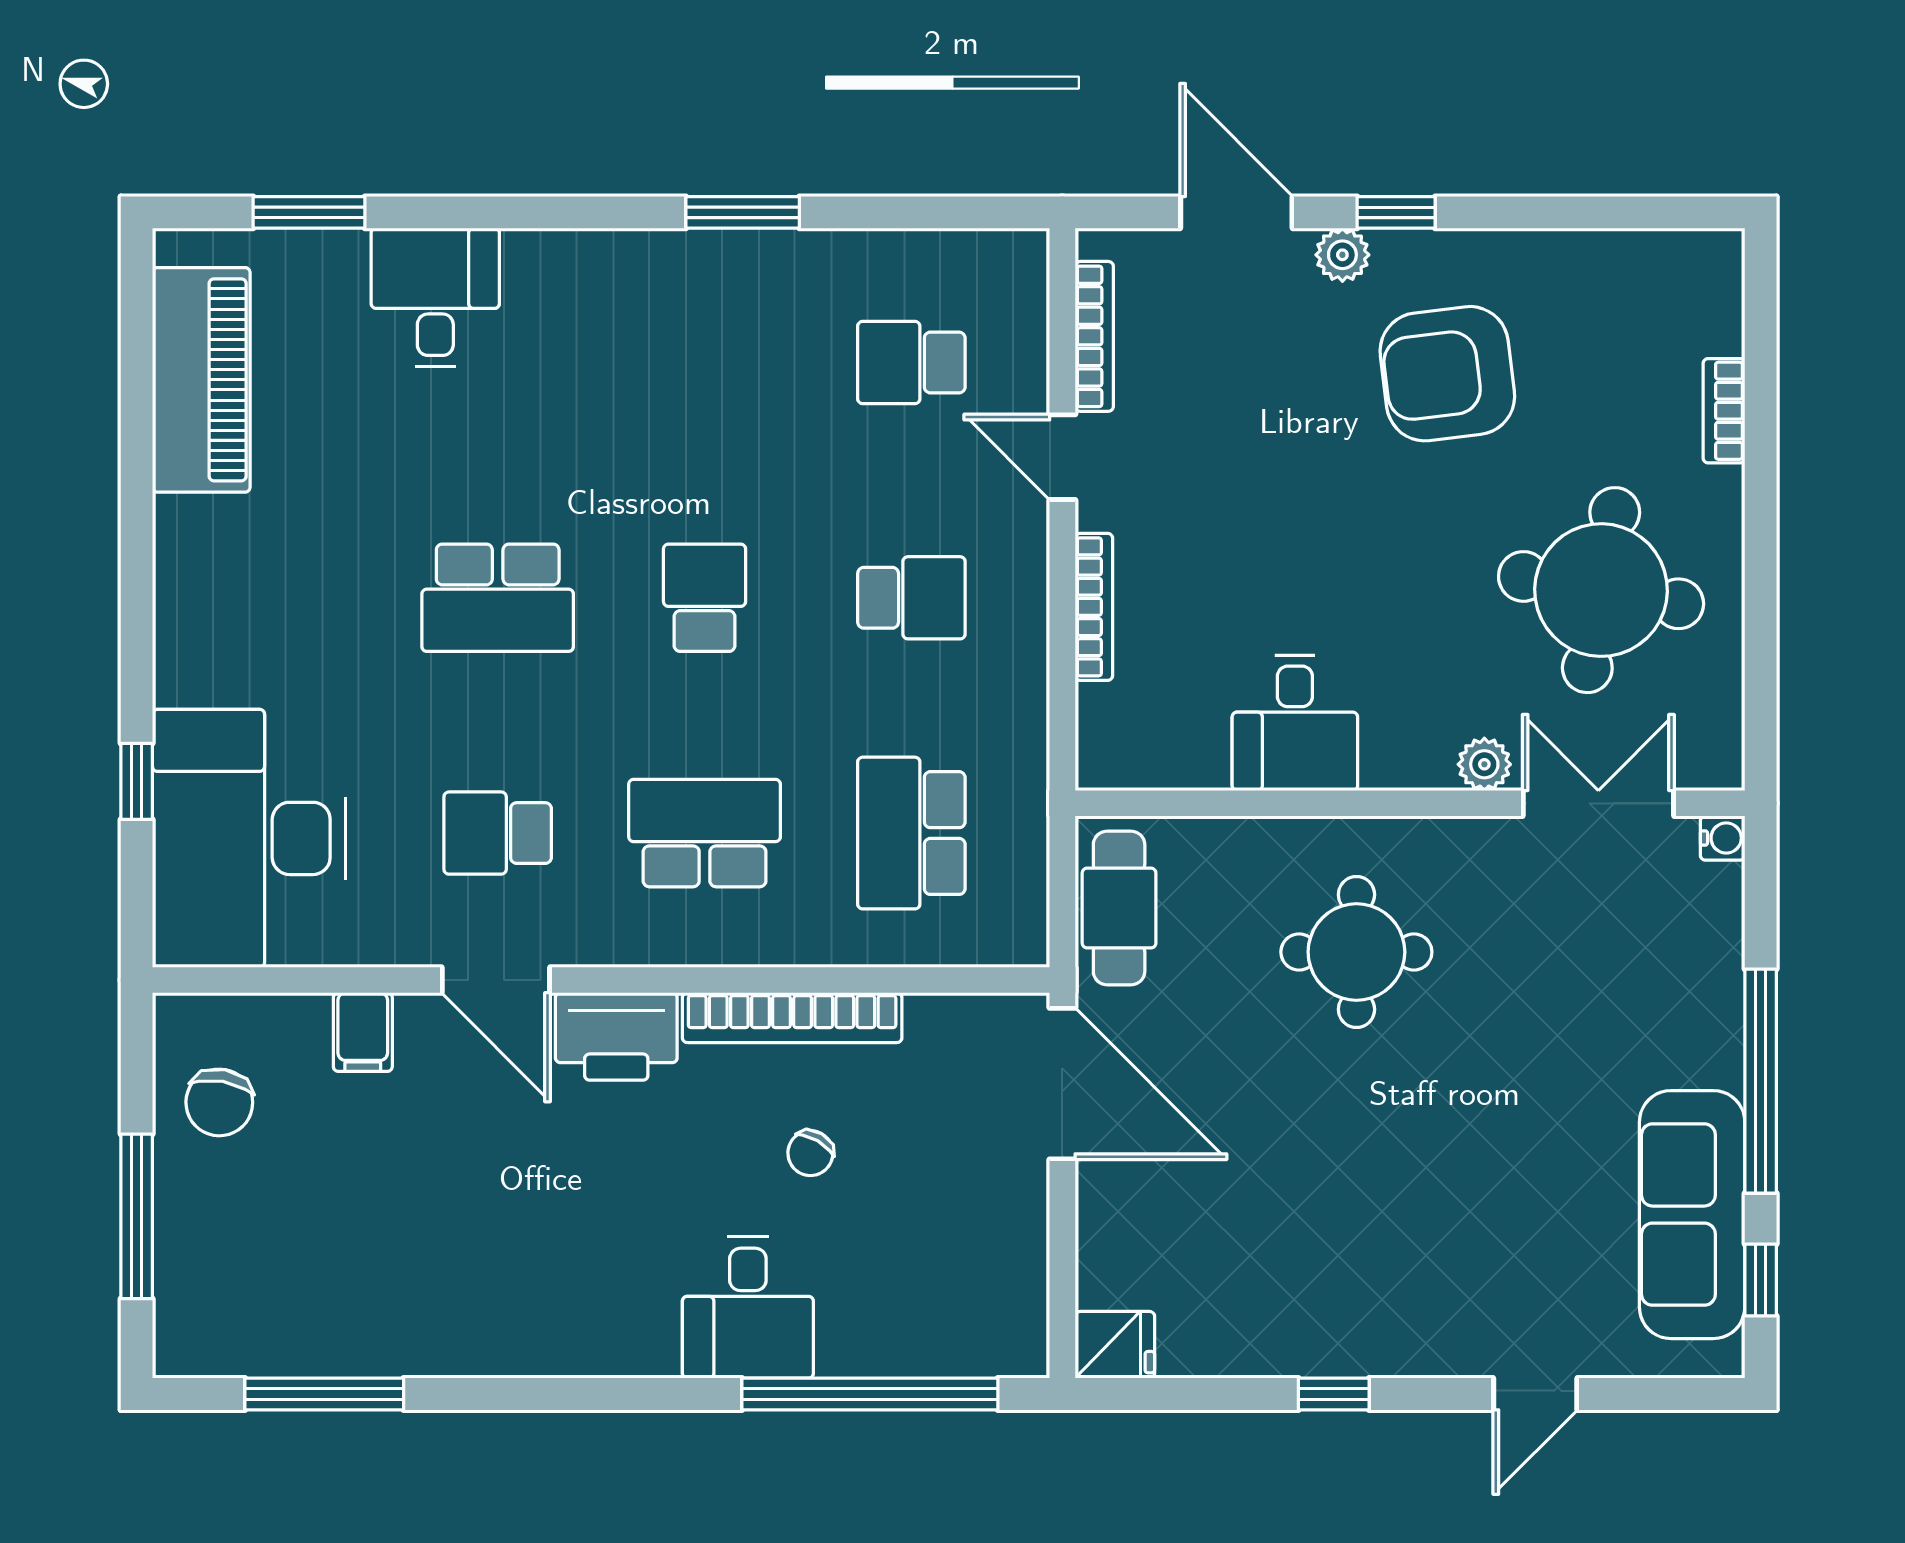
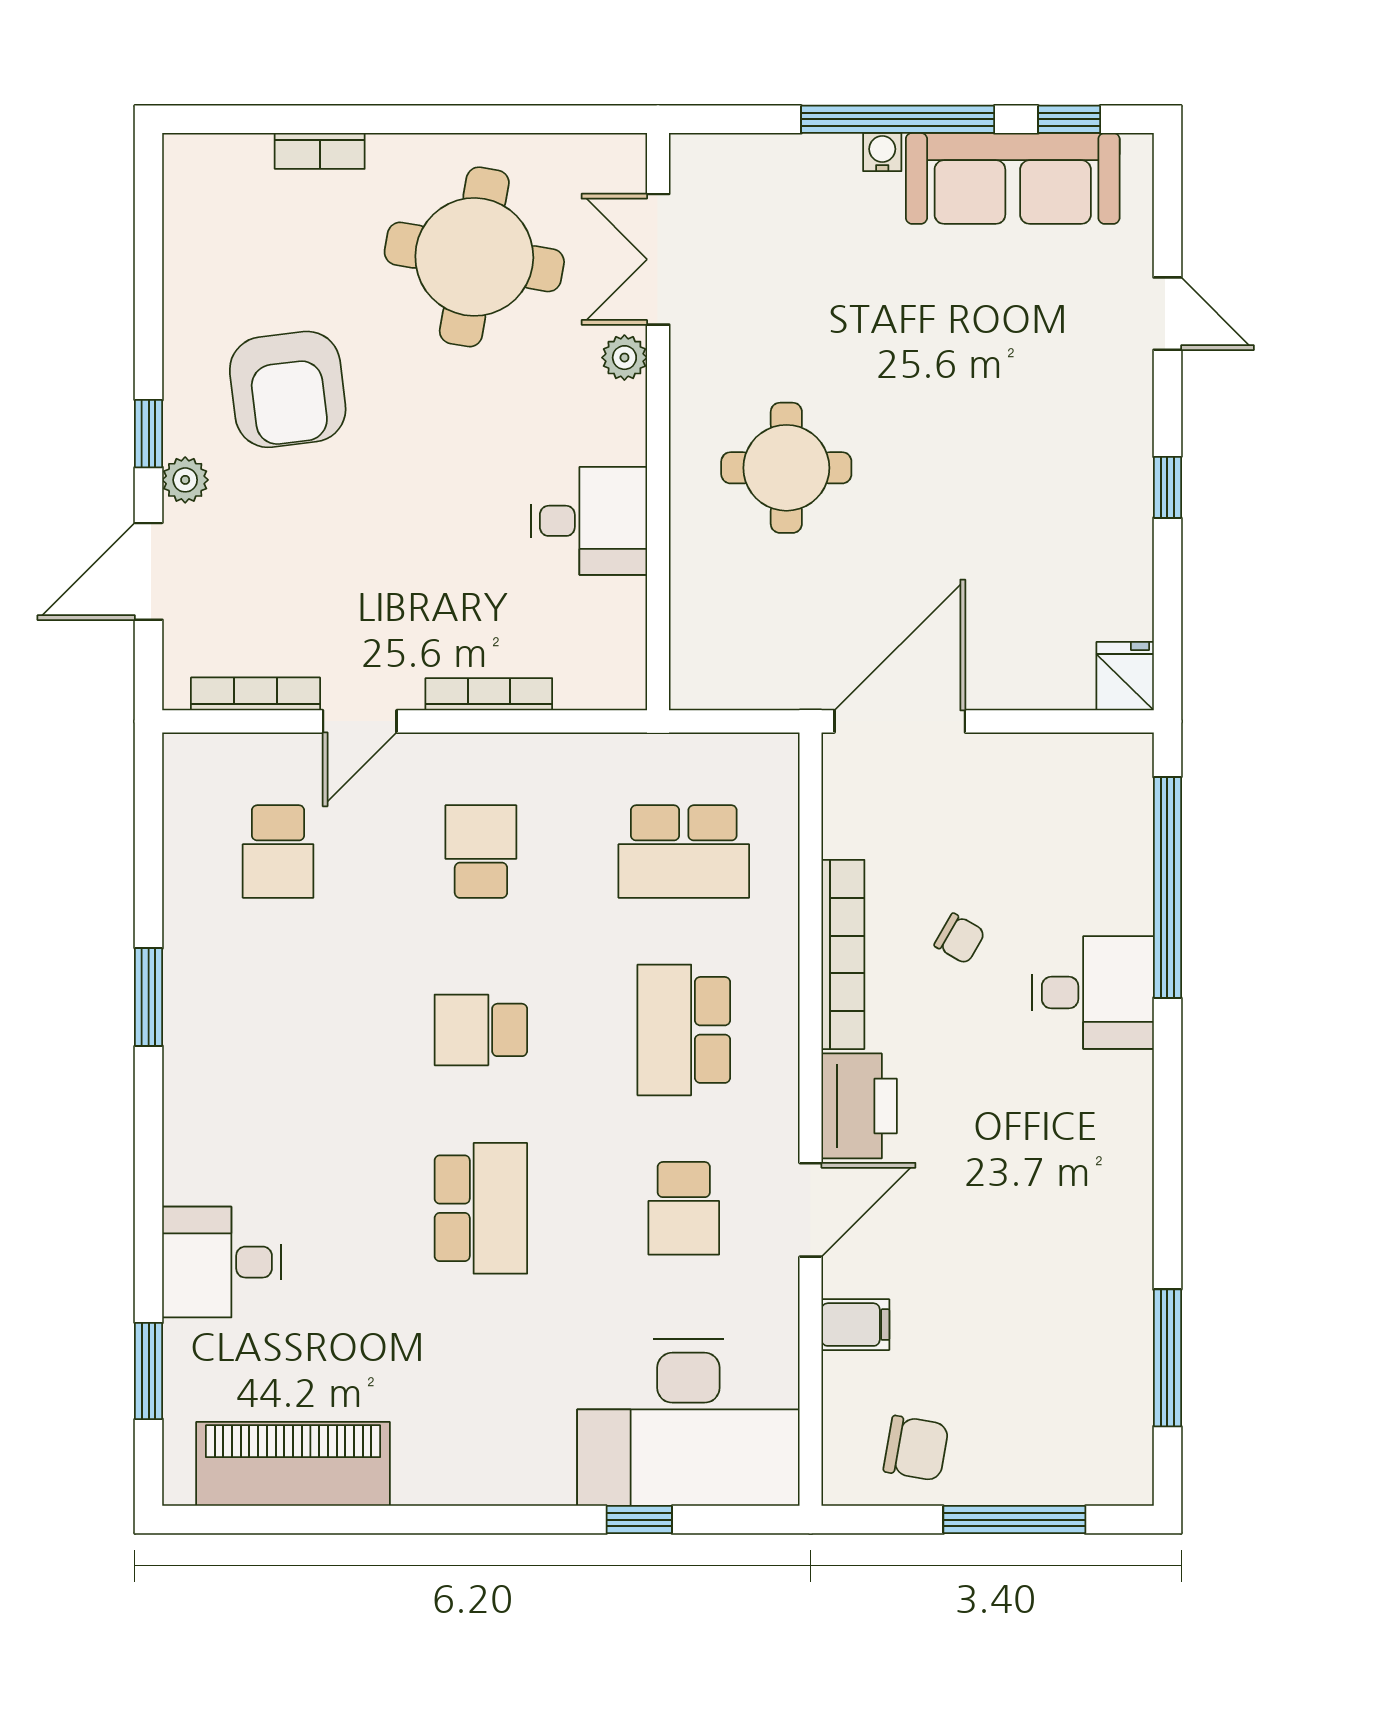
water cooler: (1723, 838) -> (882, 152), moved
cafe table: (1119, 908) -> (748, 673), removed

